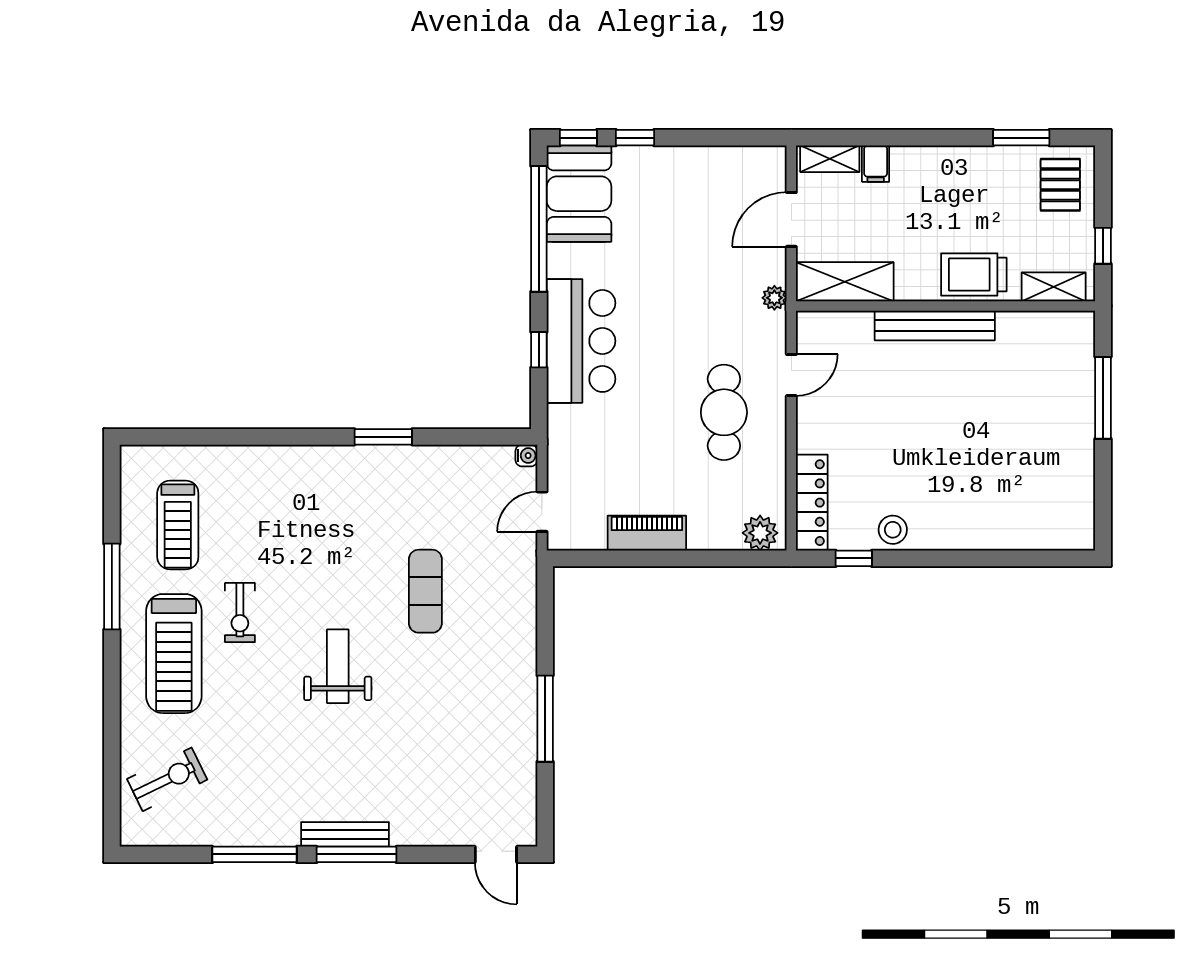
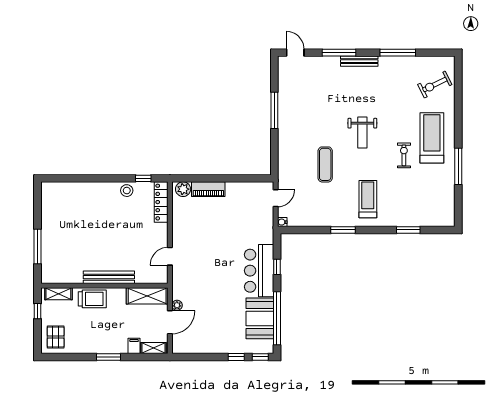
window: (1021, 138) -> (109, 357), moved
booth: (579, 194) -> (260, 318), moved
plant: (774, 298) -> (177, 305), moved
cafe table: (724, 412) -> (198, 240), removed
window: (230, 437) -> (408, 230), added
treadmill: (178, 525) -> (368, 199), moved
piano: (647, 533) -> (208, 189), moved
window: (357, 854) -> (339, 53), moved

